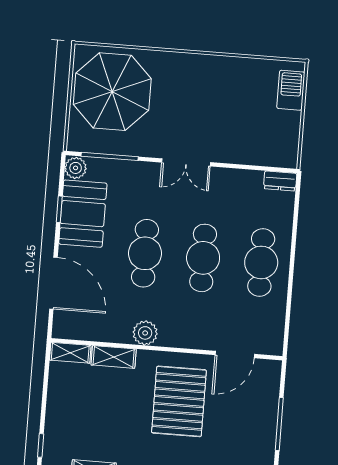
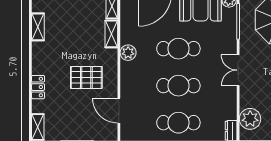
plant: (264, 150) -> (250, 119), added
pallet: (179, 401) -> (86, 78), width x0.73, depth x0.71

